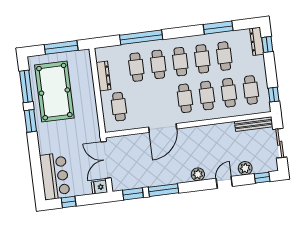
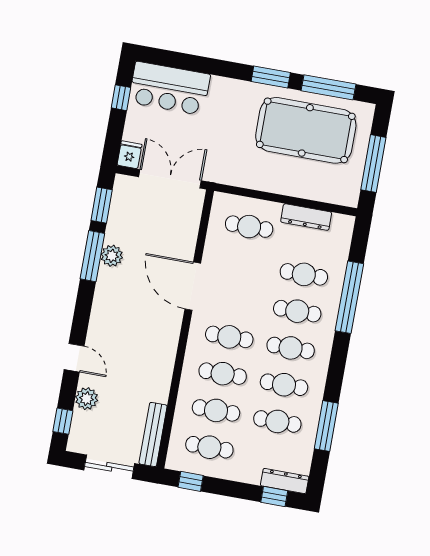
plant: (198, 174) -> (112, 256), moved

